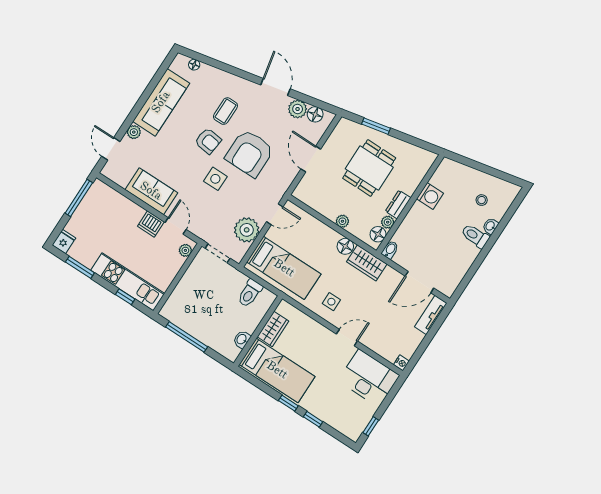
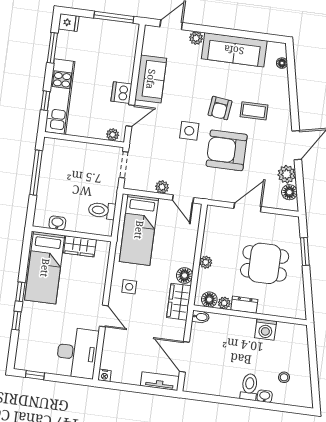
plant: (247, 230) -> (162, 187), width x0.53, depth x0.53

